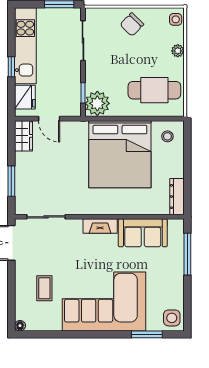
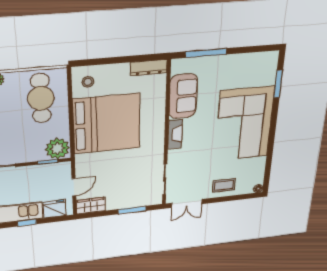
coffee table: (44, 288) -> (224, 185), moved
side table: (172, 318) -> (266, 63), removed

